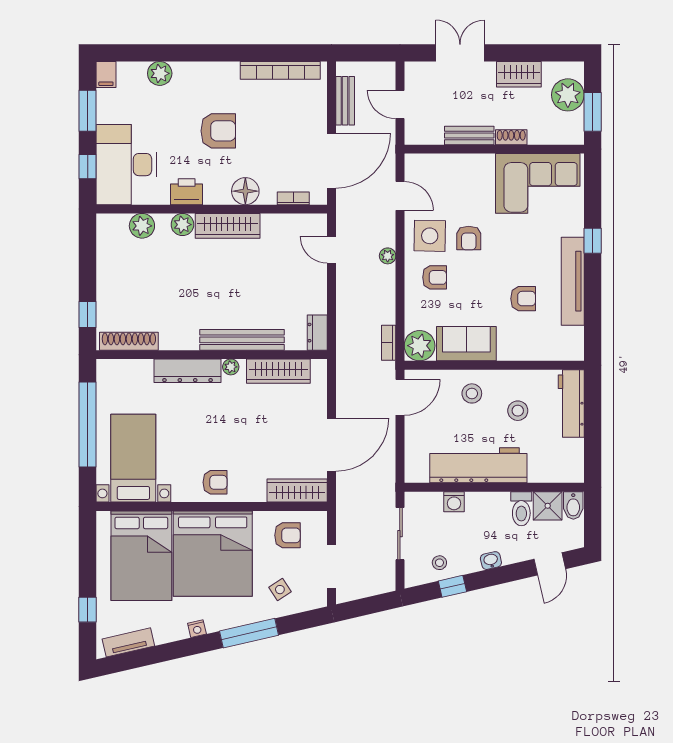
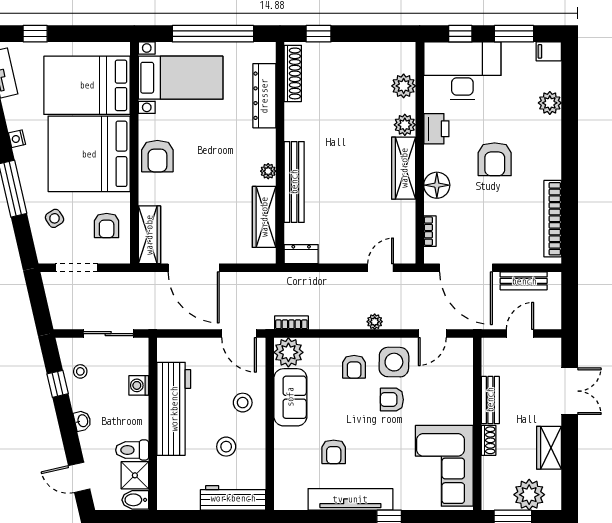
dresser: (188, 371) -> (264, 96), moved
armchair: (215, 482) -> (157, 156), width x1.38, depth x1.38

